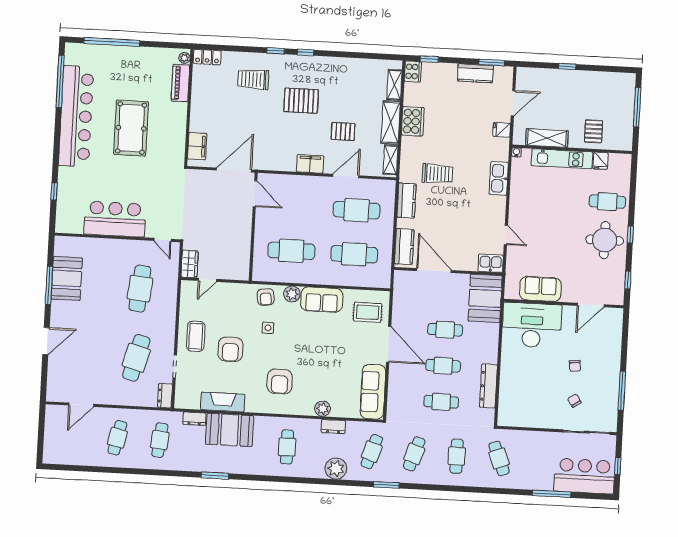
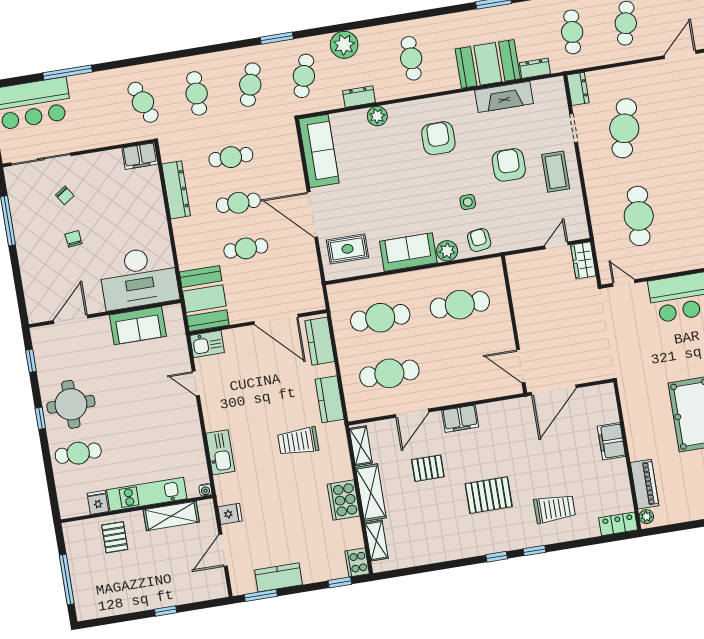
filing cabinet: (197, 146) -> (611, 441), moved
filing cabinet: (510, 418) -> (140, 156), added

